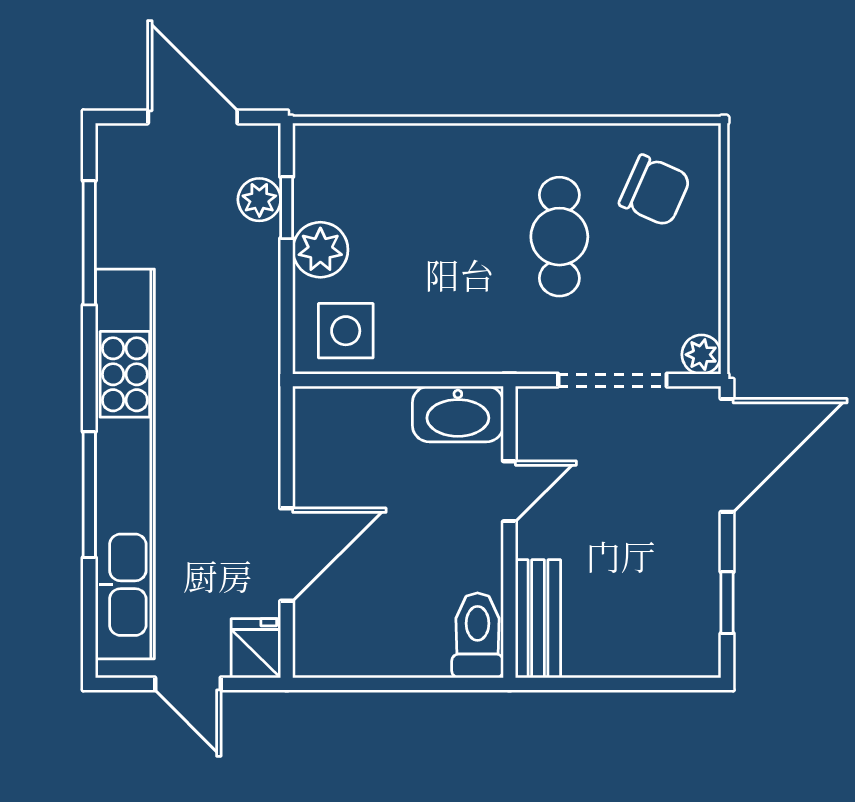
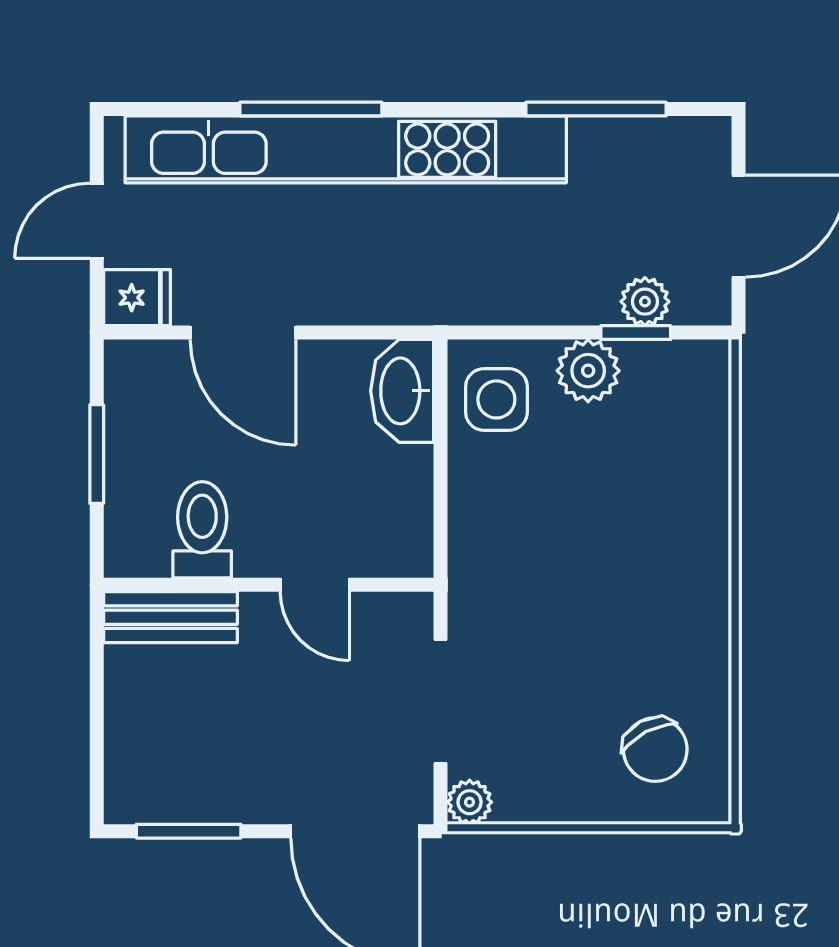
chair: (655, 191) -> (655, 750), turned -52
cafe table: (559, 237) -> (603, 641), removed
washbasin: (458, 414) -> (402, 391), moved
window: (727, 603) -> (189, 831), width x1.50
toilet: (477, 635) -> (202, 530), moved, turned -90
window: (394, 684) -> (97, 454), added

